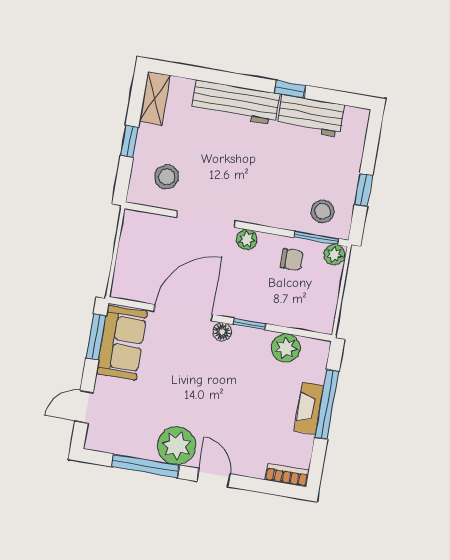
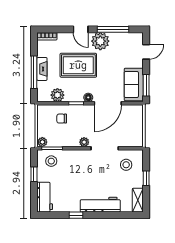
workbench: (311, 116) -> (45, 197), moved, turned 90
chair: (292, 260) -> (62, 119), moved
rug: (231, 403) -> (78, 65), added

